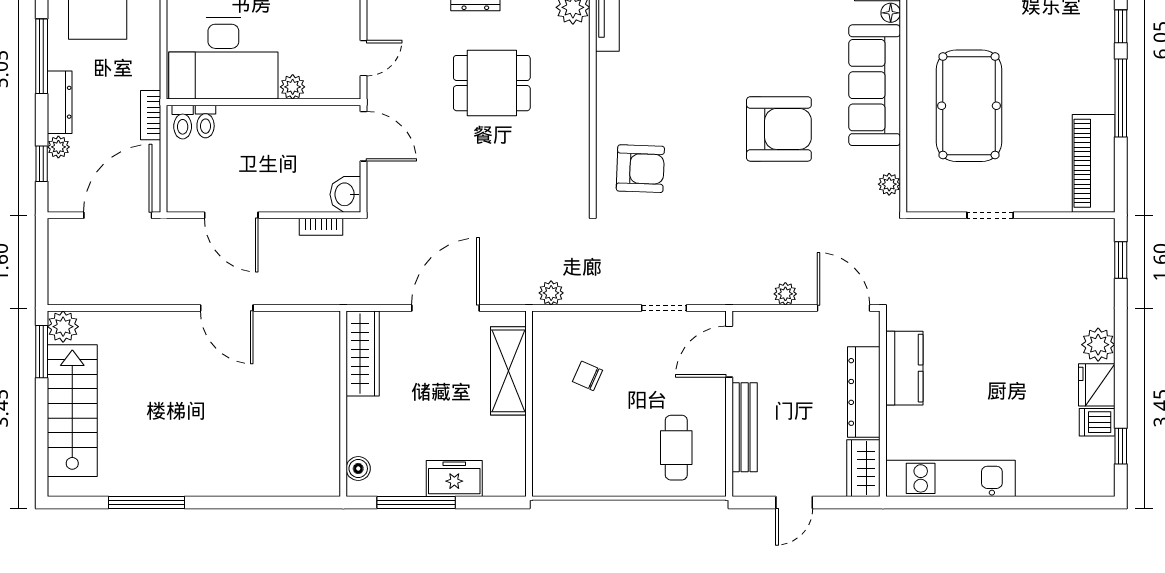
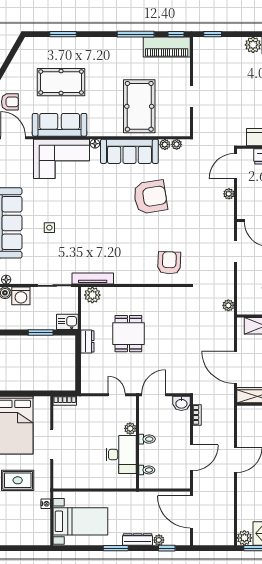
window: (1121, 26) -> (176, 34), moved
window: (42, 56) -> (116, 548), width x0.69
desk: (223, 58) -> (121, 455), width x0.73, depth x0.77
pool table: (969, 106) -> (139, 106), turned 90
bookcase: (151, 115) -> (144, 496), removed
toilet: (183, 122) -> (147, 439), moved
armchair: (779, 129) -> (150, 197), turned 81
plant: (889, 159) -> (165, 144), added
door: (446, 308) -> (236, 368), moved

